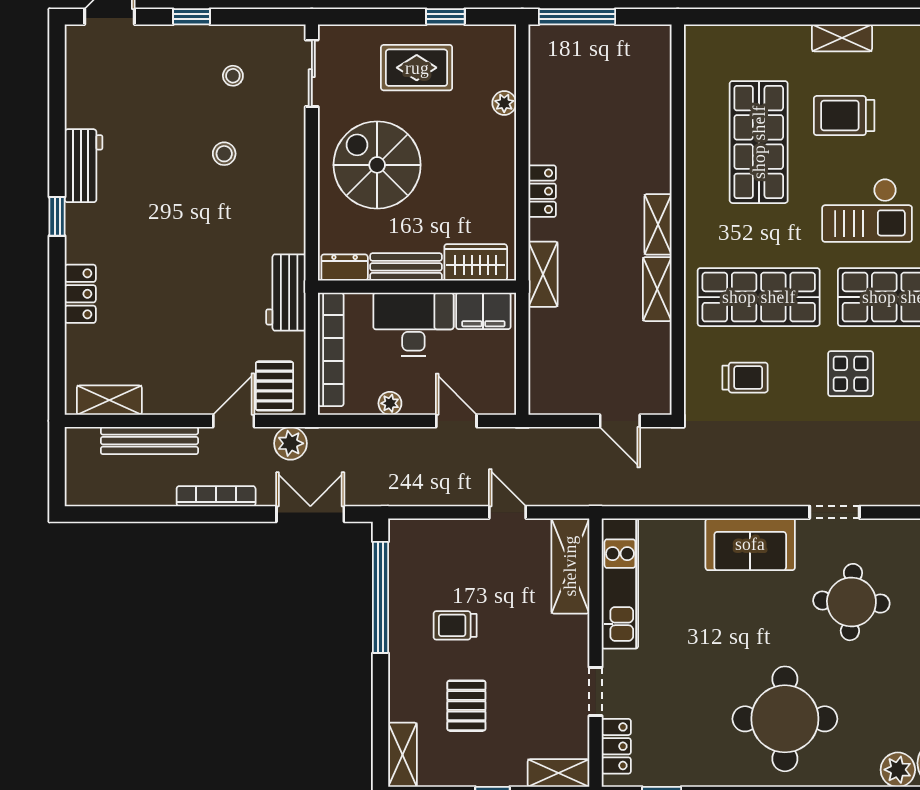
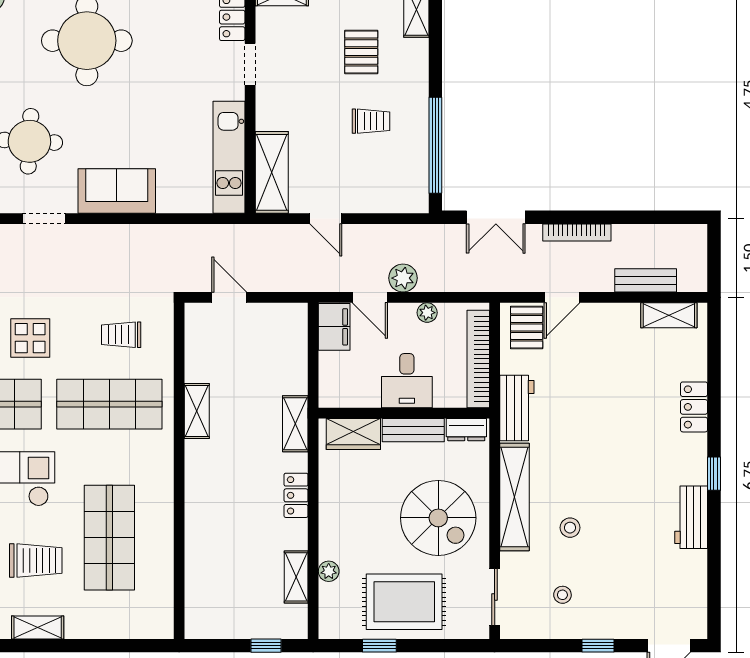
window: (577, 17) -> (266, 646), width x0.46
rug: (417, 68) -> (404, 602), width x1.36, depth x1.43
shelving: (289, 189) -> (514, 497), added
shelving: (658, 224) -> (296, 577), moved
filing cabinet: (483, 311) -> (334, 327), moved, turned 90
desk: (413, 324) -> (407, 381), width x0.73
bench: (149, 441) -> (646, 280), width x0.73
plant: (290, 443) -> (403, 278), moved

